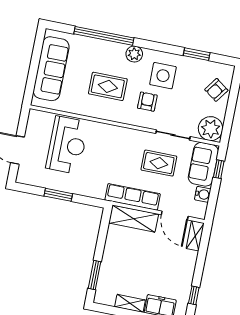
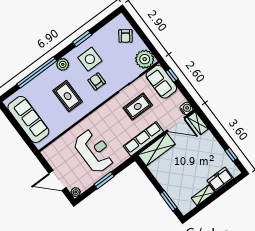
window: (197, 54) -> (82, 38), moved
rug: (108, 86) -> (68, 96), turned 90
reception desk: (67, 145) -> (94, 151), moved
plant: (22, 178) -> (76, 192), added
water cooler: (203, 194) -> (186, 108), moved

